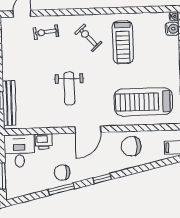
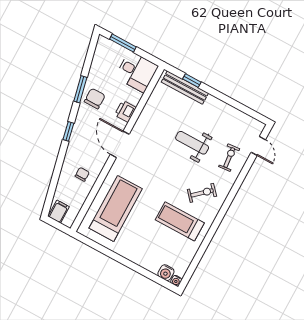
weight bench: (69, 88) -> (192, 143), moved
printer: (44, 141) -> (125, 111), moved
chair: (131, 146) -> (82, 174), width x0.54, depth x0.54

